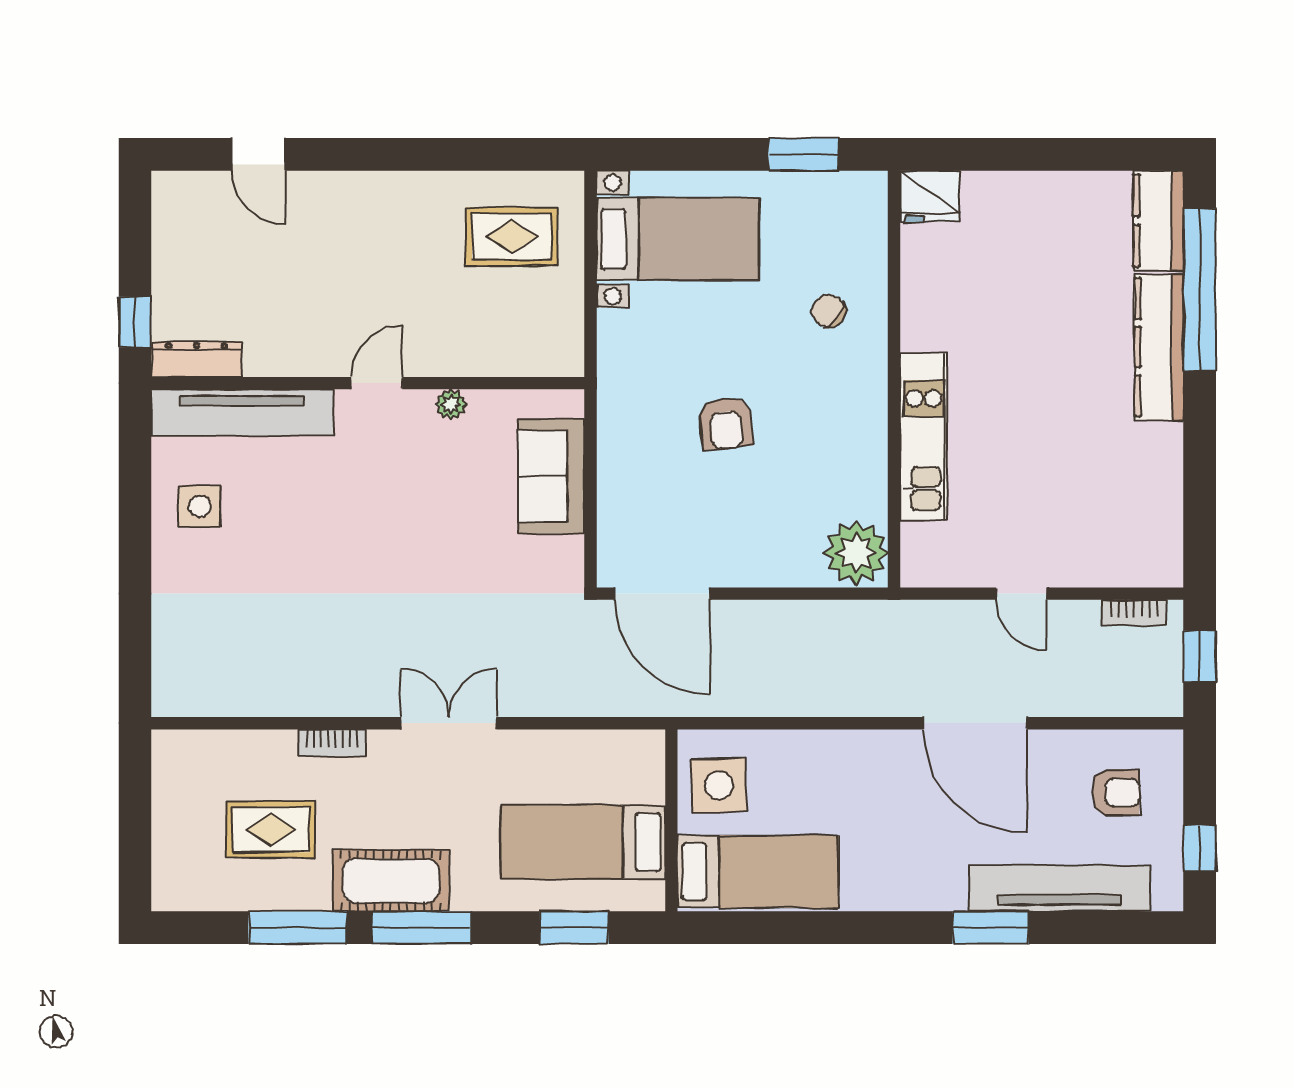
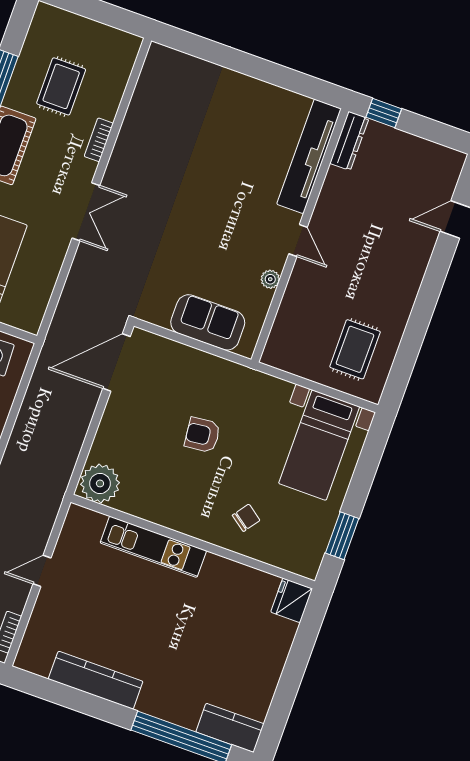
kitchen counter: (1159, 347) -> (96, 680), moved
side table: (200, 506) -> (263, 112), removed

